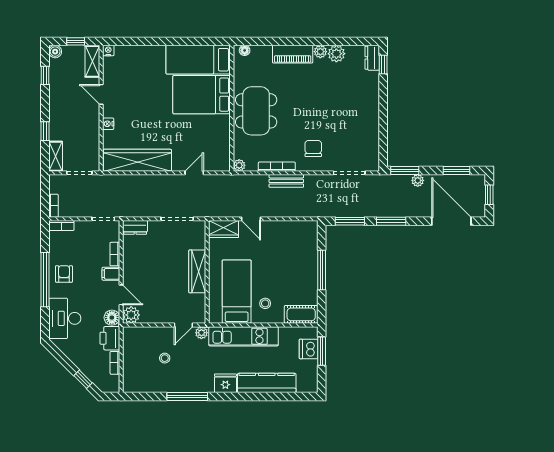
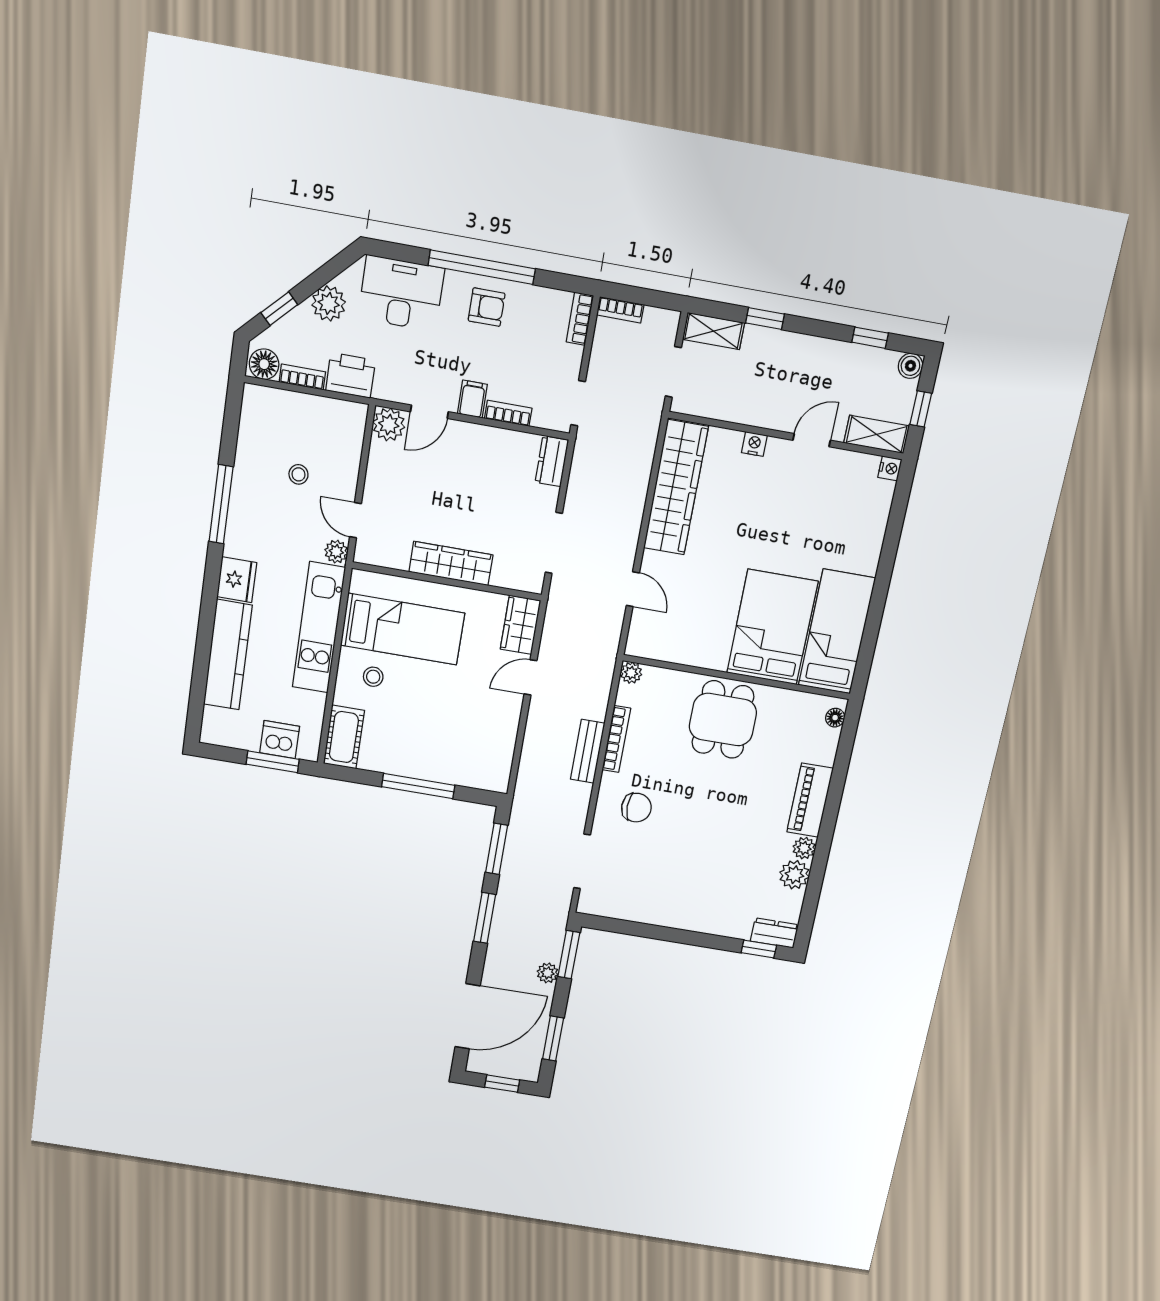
dining table: (256, 111) -> (723, 719), width x0.73
floor lamp: (112, 318) -> (264, 364), moved
plant: (76, 354) -> (329, 303), added

